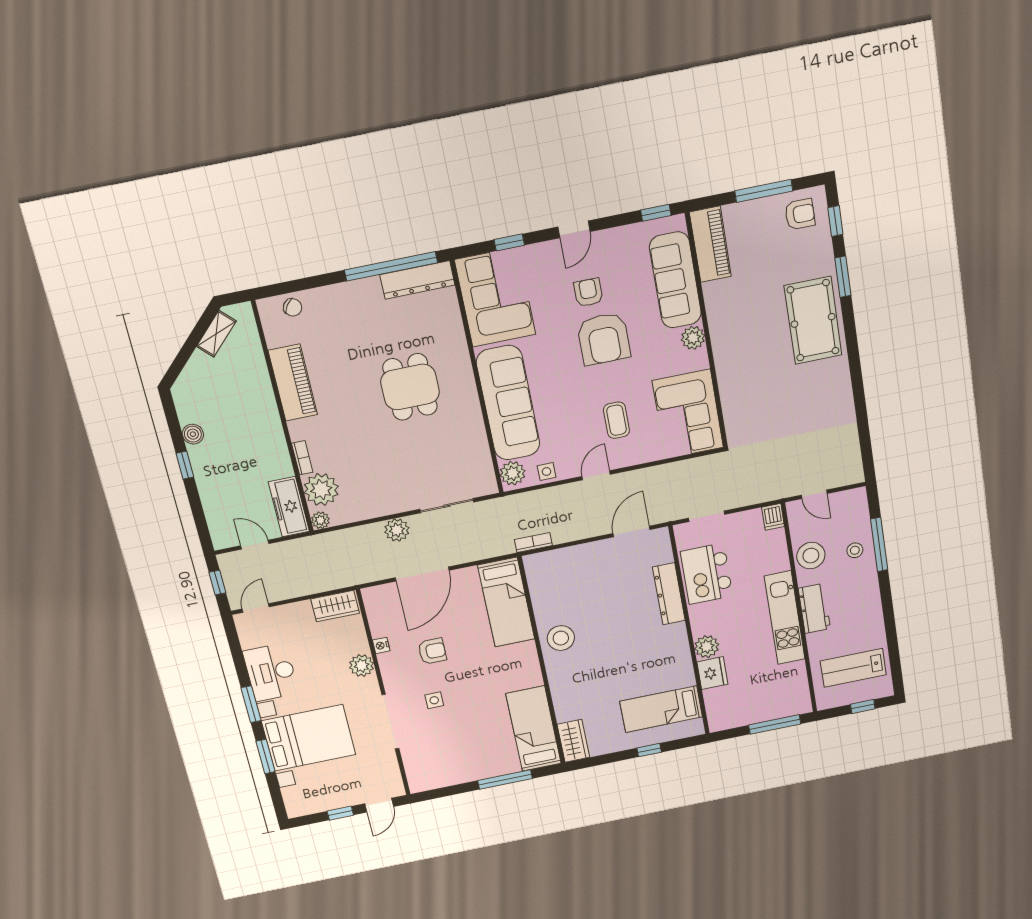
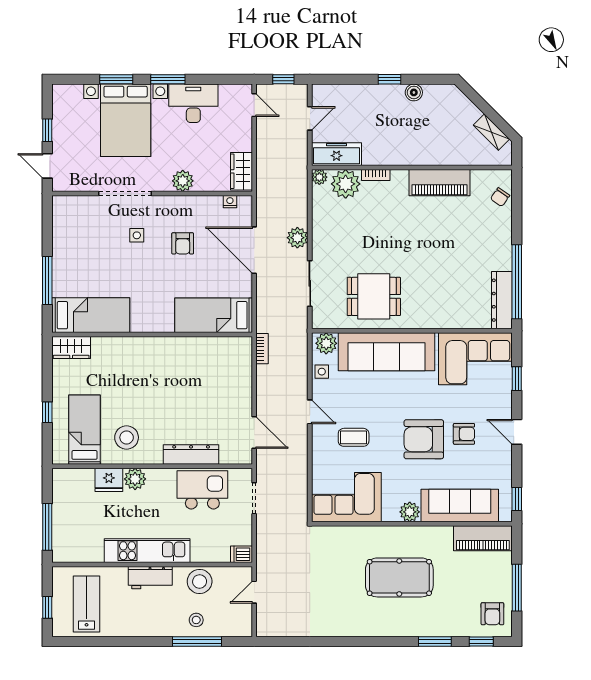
pool table: (813, 320) -> (399, 577), moved
dining table: (410, 387) -> (374, 296), moved
stool: (561, 638) -> (127, 437), moved
nightstand: (381, 645) -> (230, 202), moved

